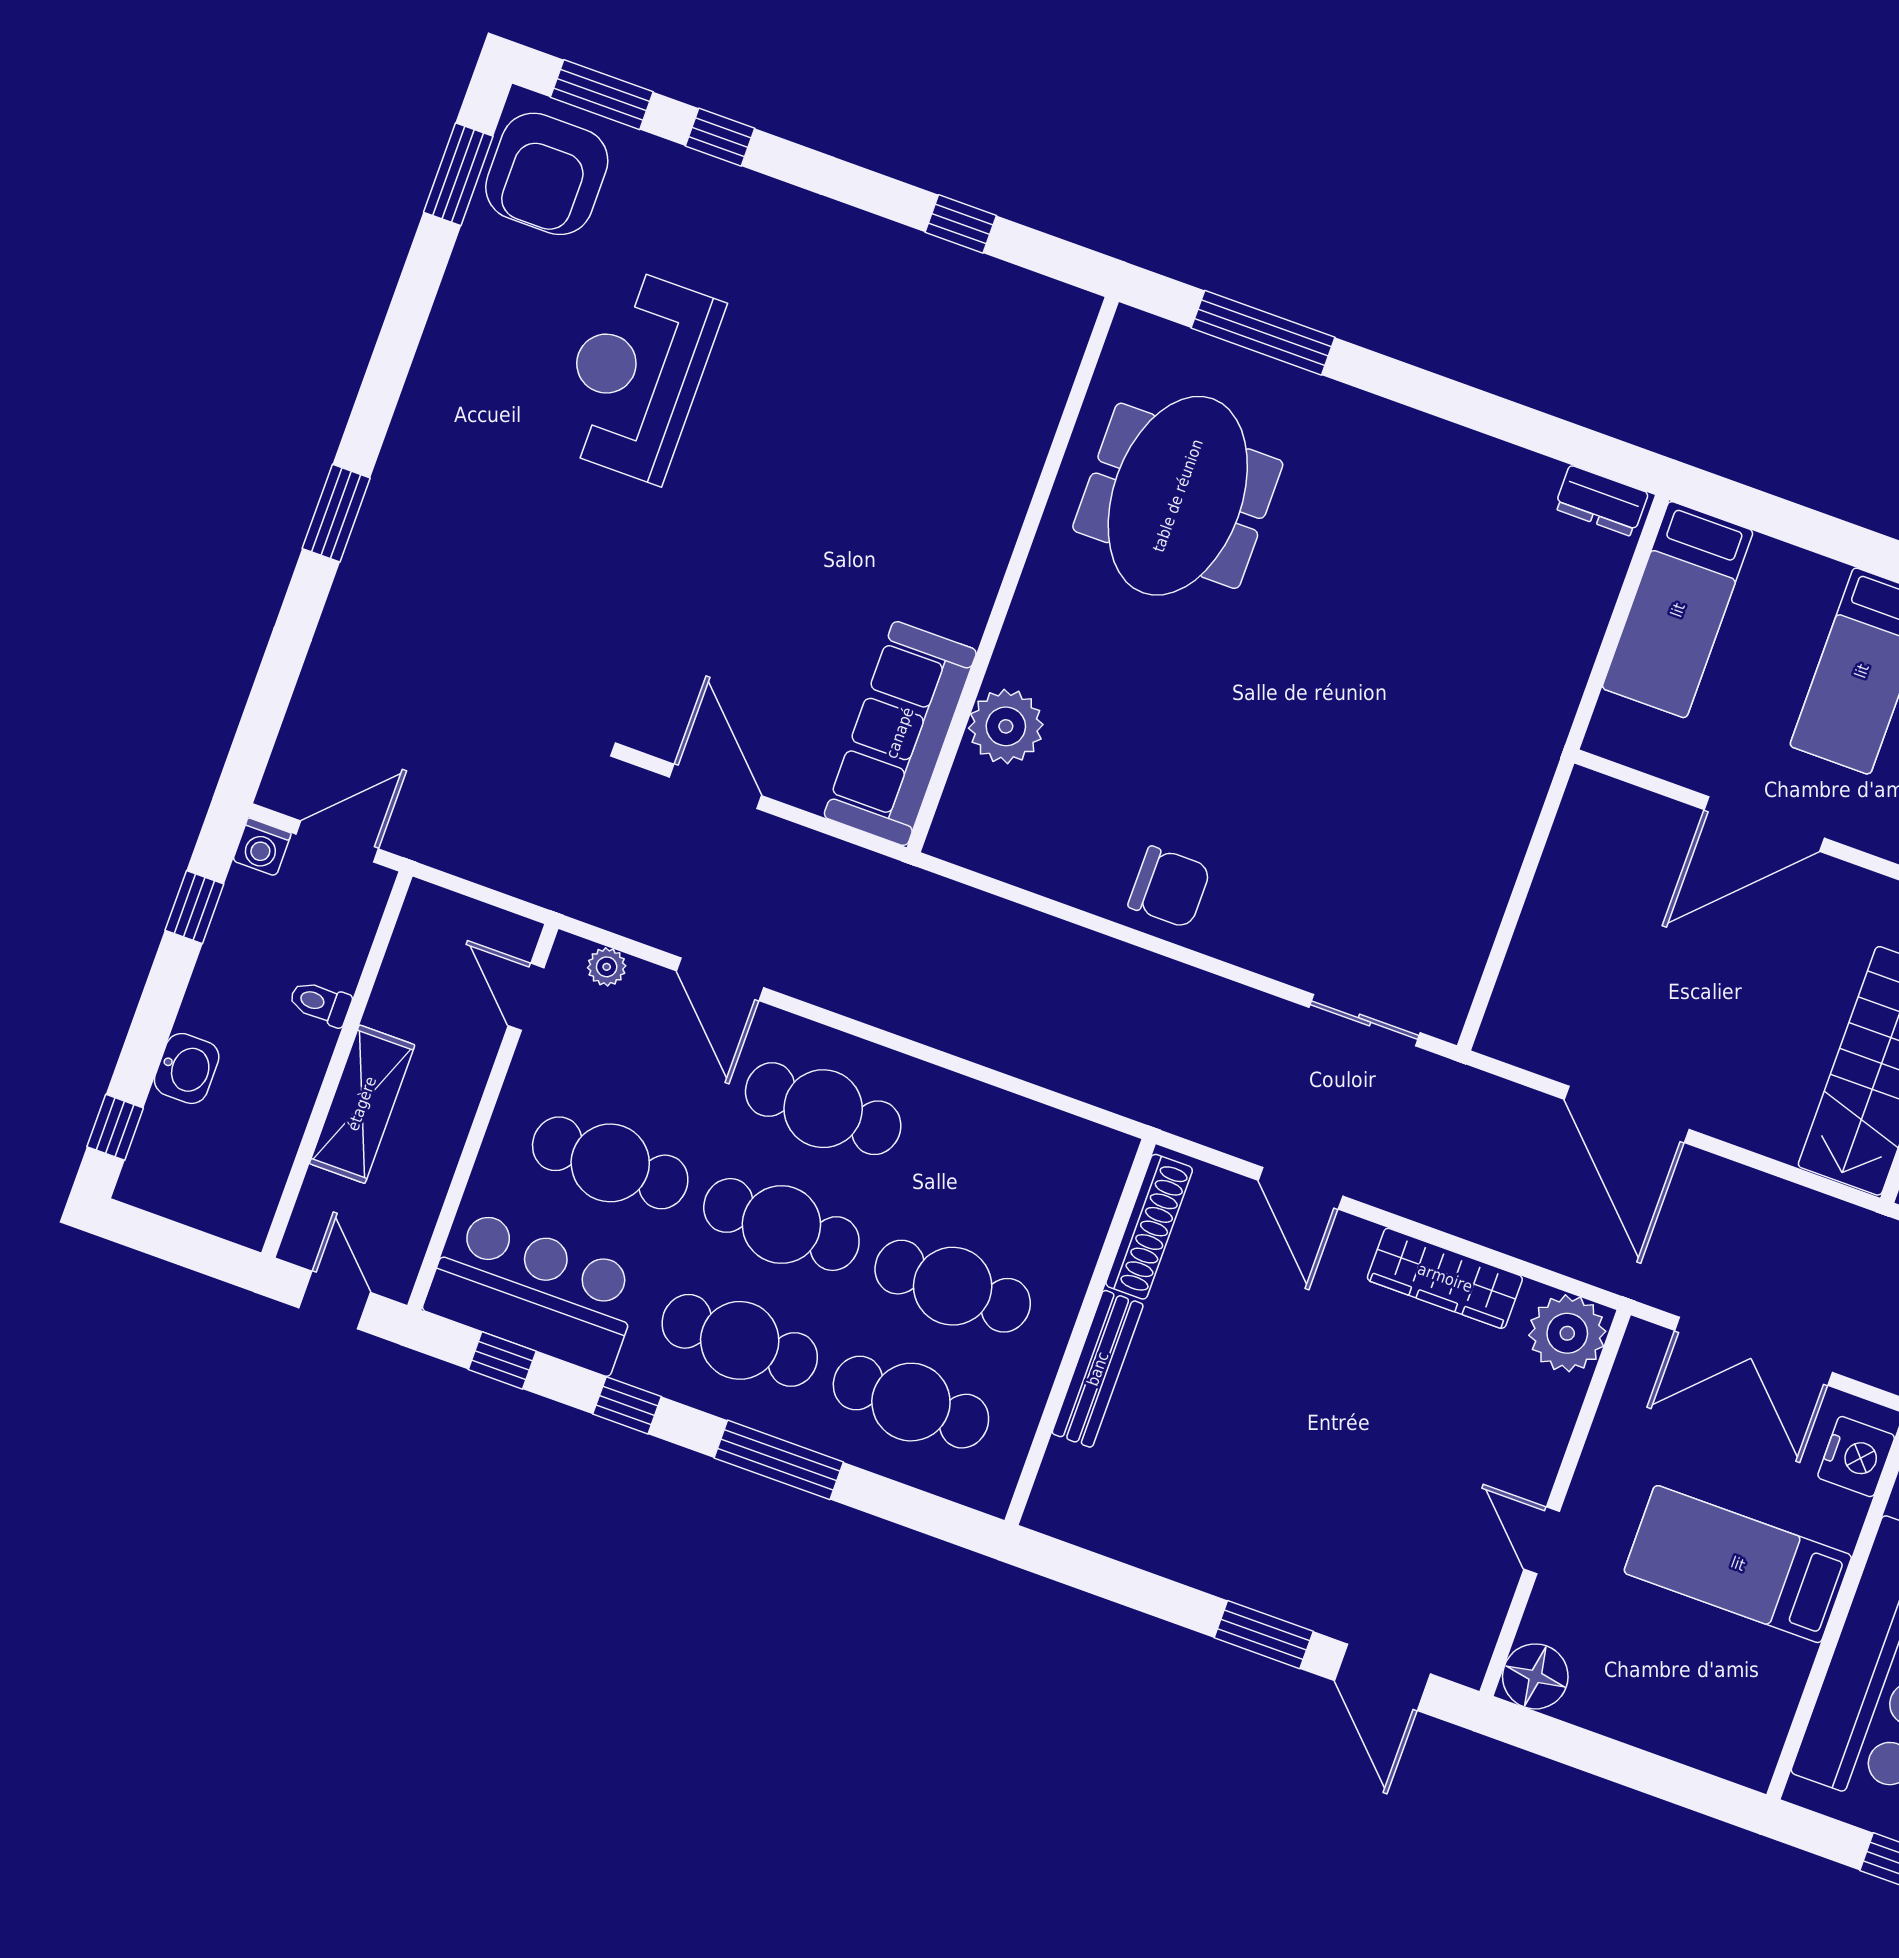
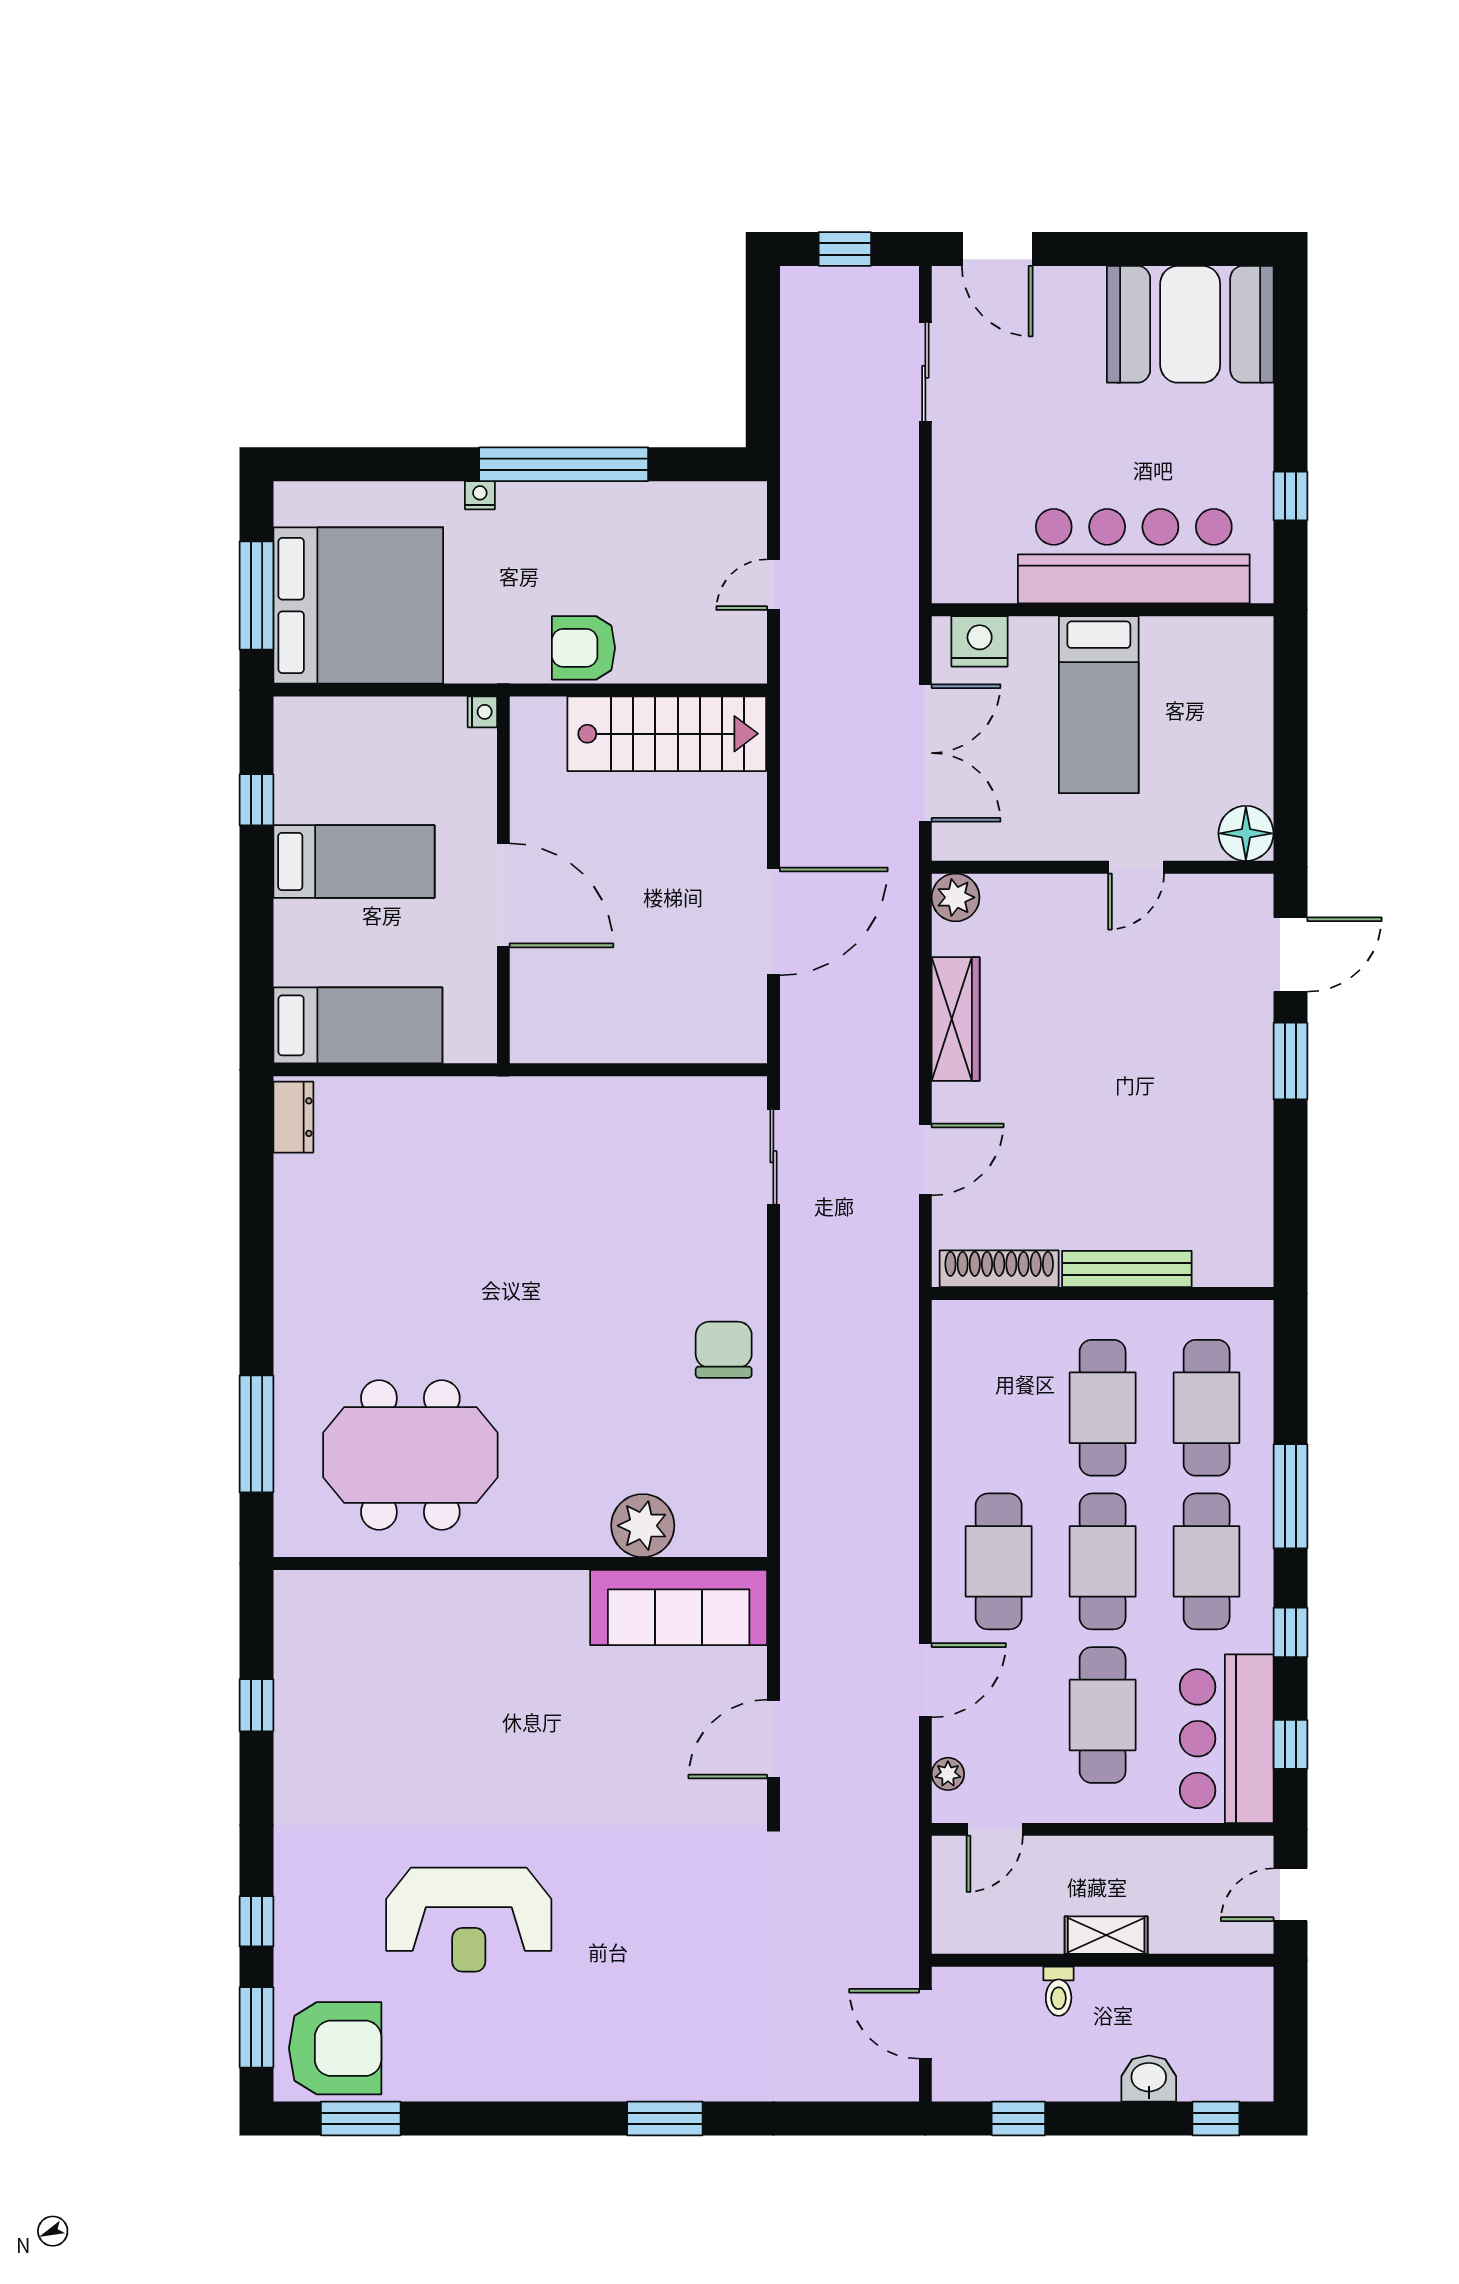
washing machine: (262, 847) -> (951, 2082), removed
shelving: (362, 1104) -> (1106, 1935), width x0.67, depth x0.75
plant: (1567, 1333) -> (956, 897), width x0.73, depth x0.73

